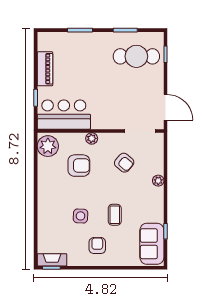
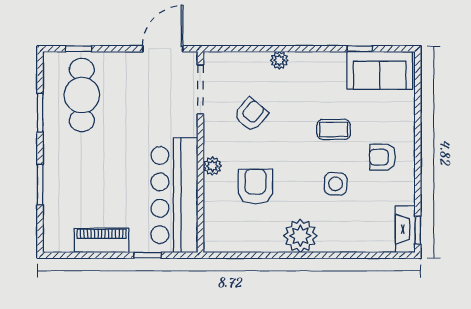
bar counter: (64, 115) -> (174, 195), width x1.36
plant: (48, 146) -> (300, 236), moved

